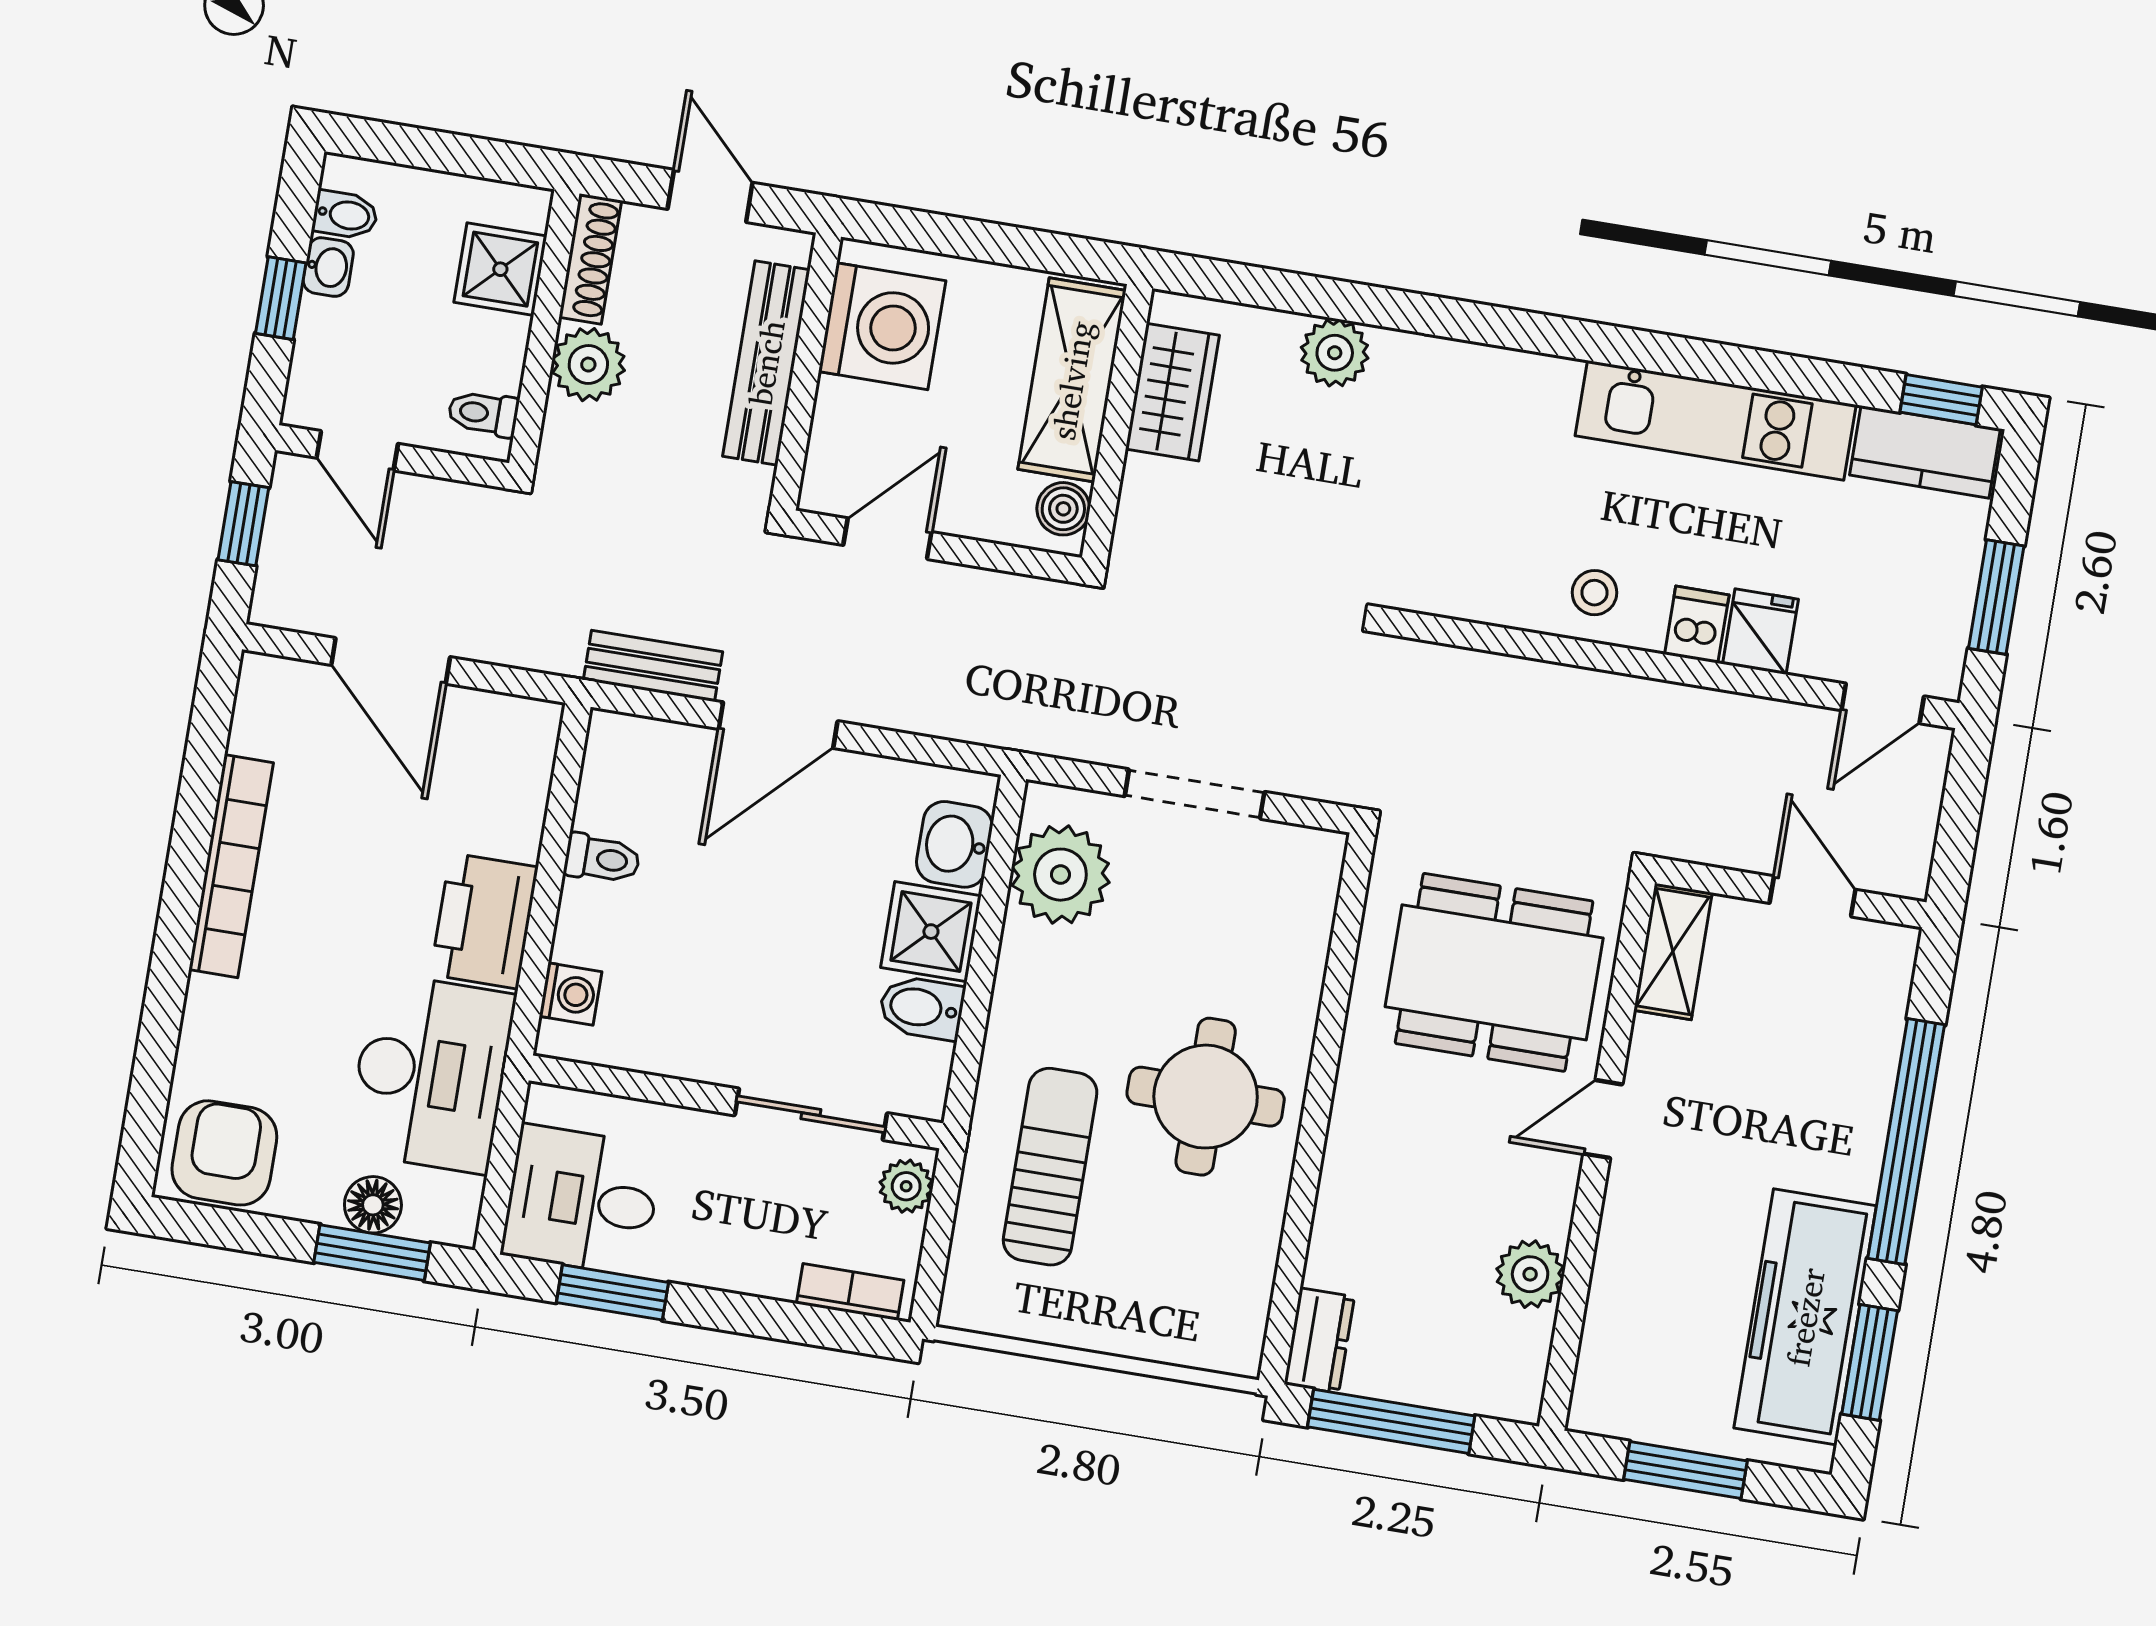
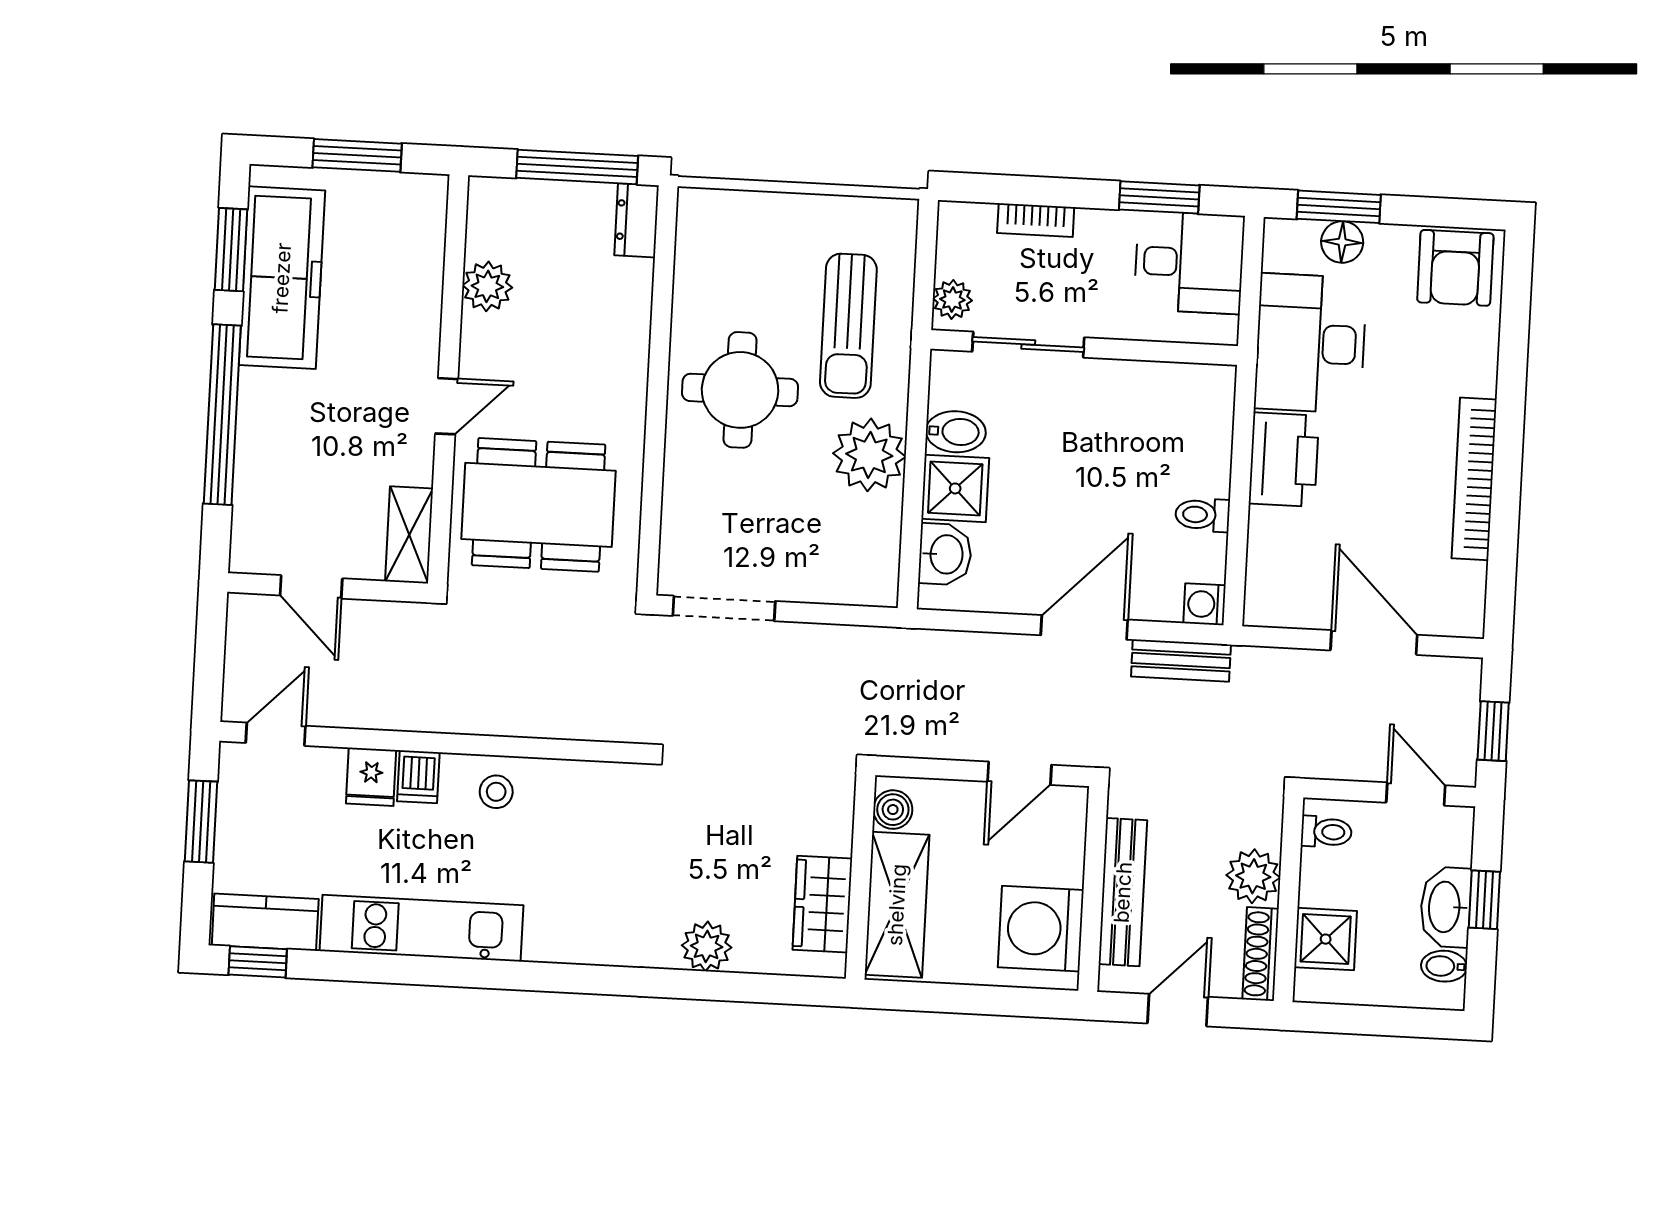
door: (710, 196) -> (1178, 1010), swing flipped
washbasin: (328, 267) -> (1446, 907), width x1.91, depth x1.45
doorway: (1195, 794) -> (724, 608), moved
plant: (1060, 875) -> (869, 455), moved
washing machine: (570, 994) -> (1204, 604), moved
bookcase: (850, 1292) -> (1036, 220), moved

